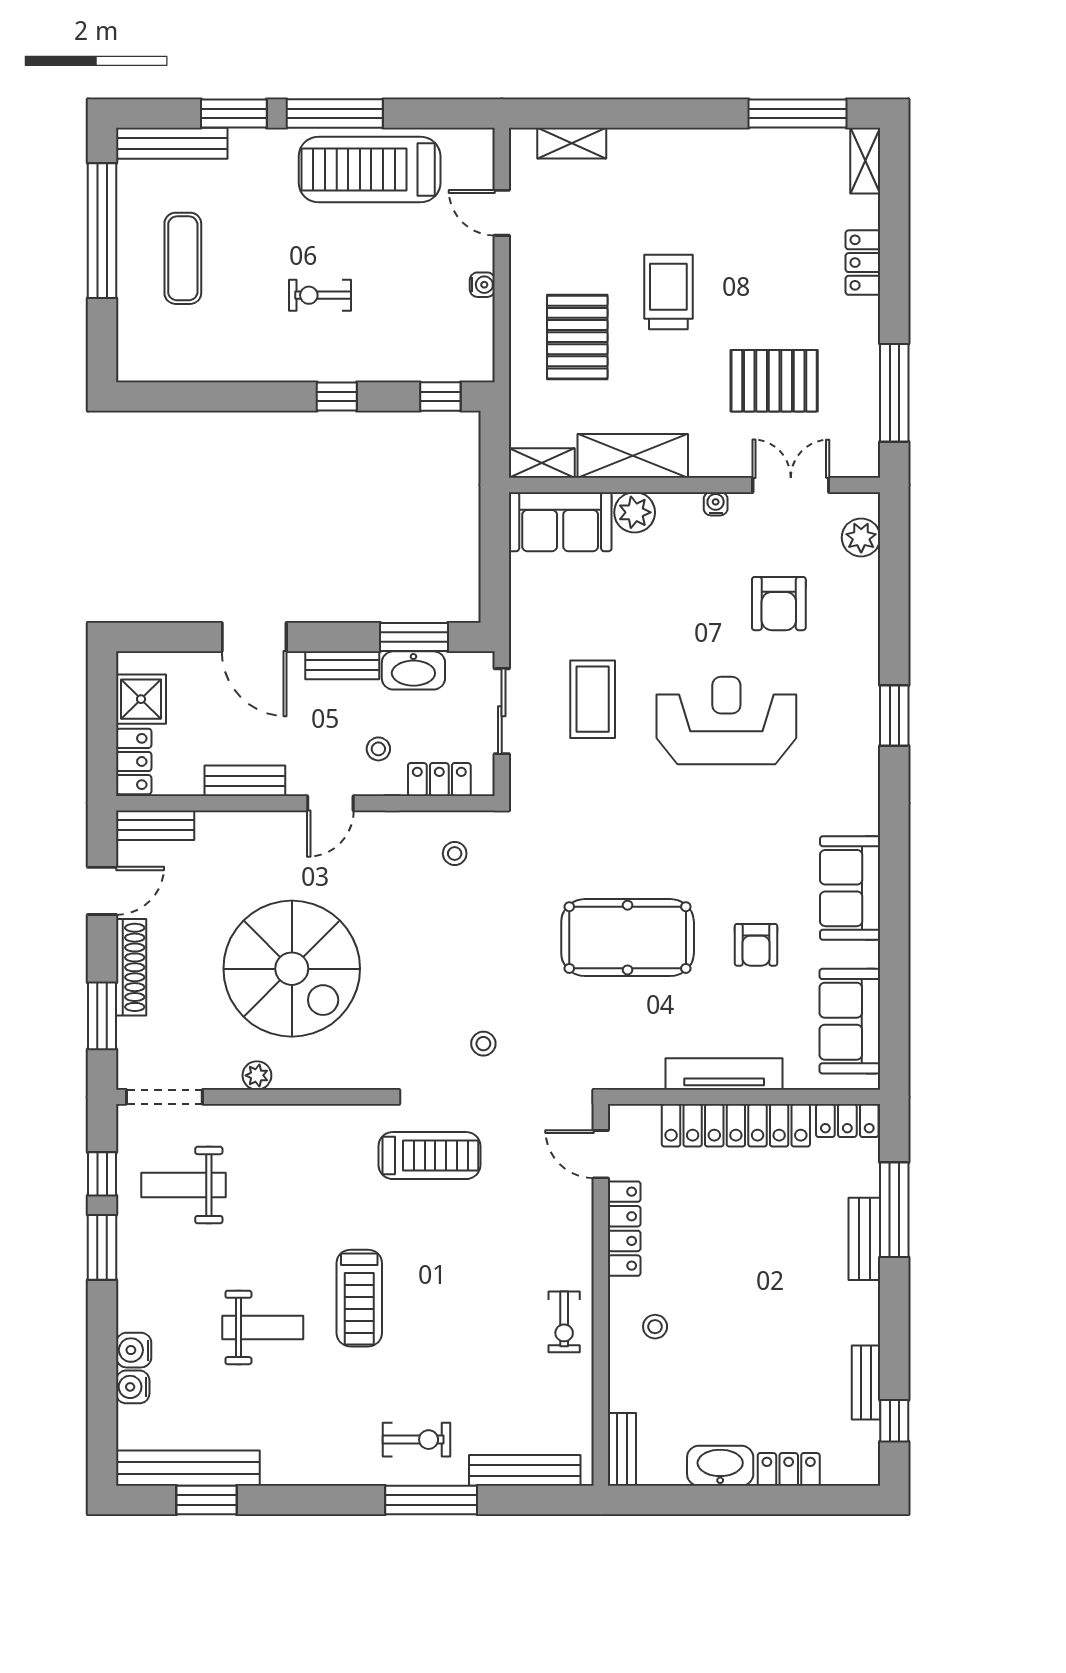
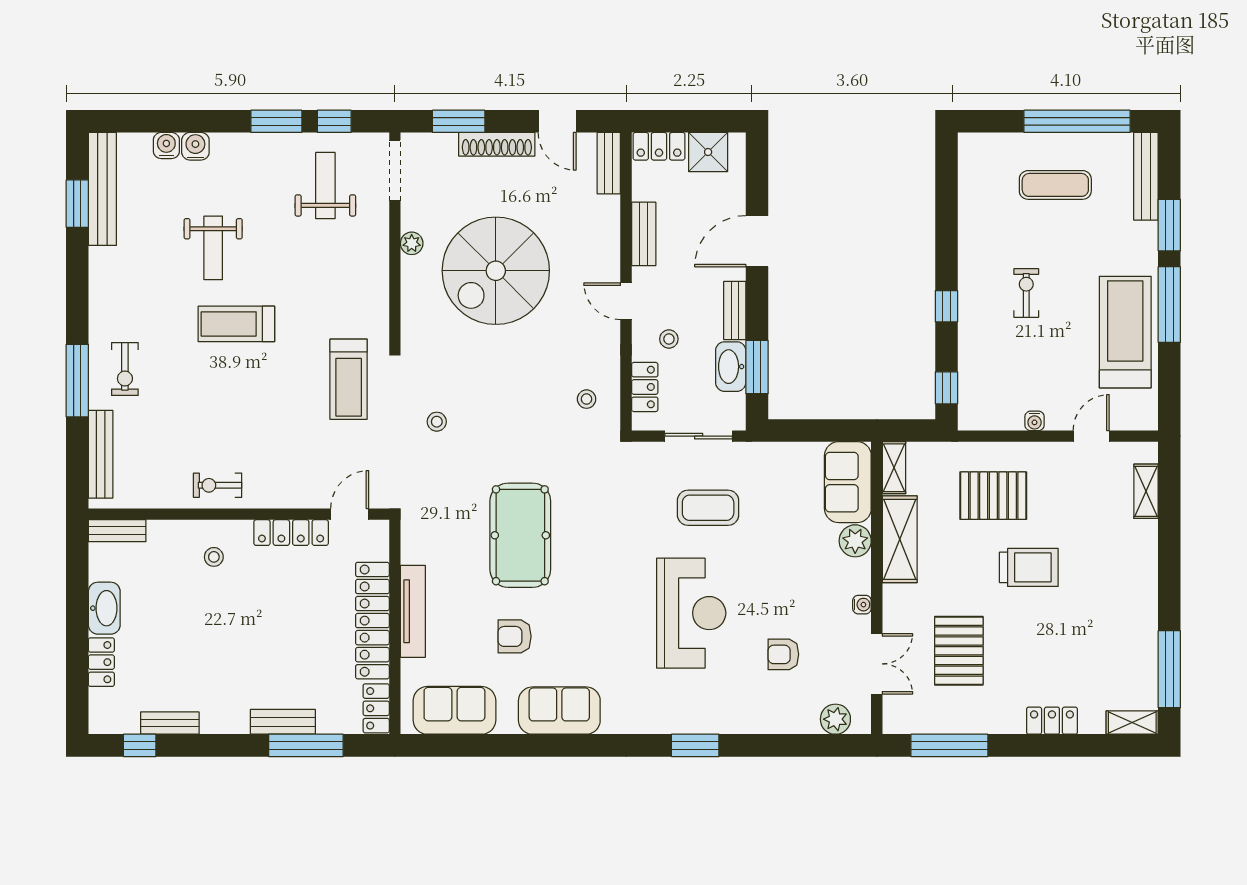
armchair: (779, 604) -> (783, 654), width x0.72, depth x0.72

